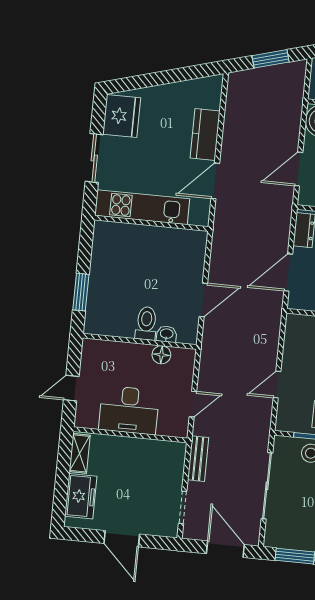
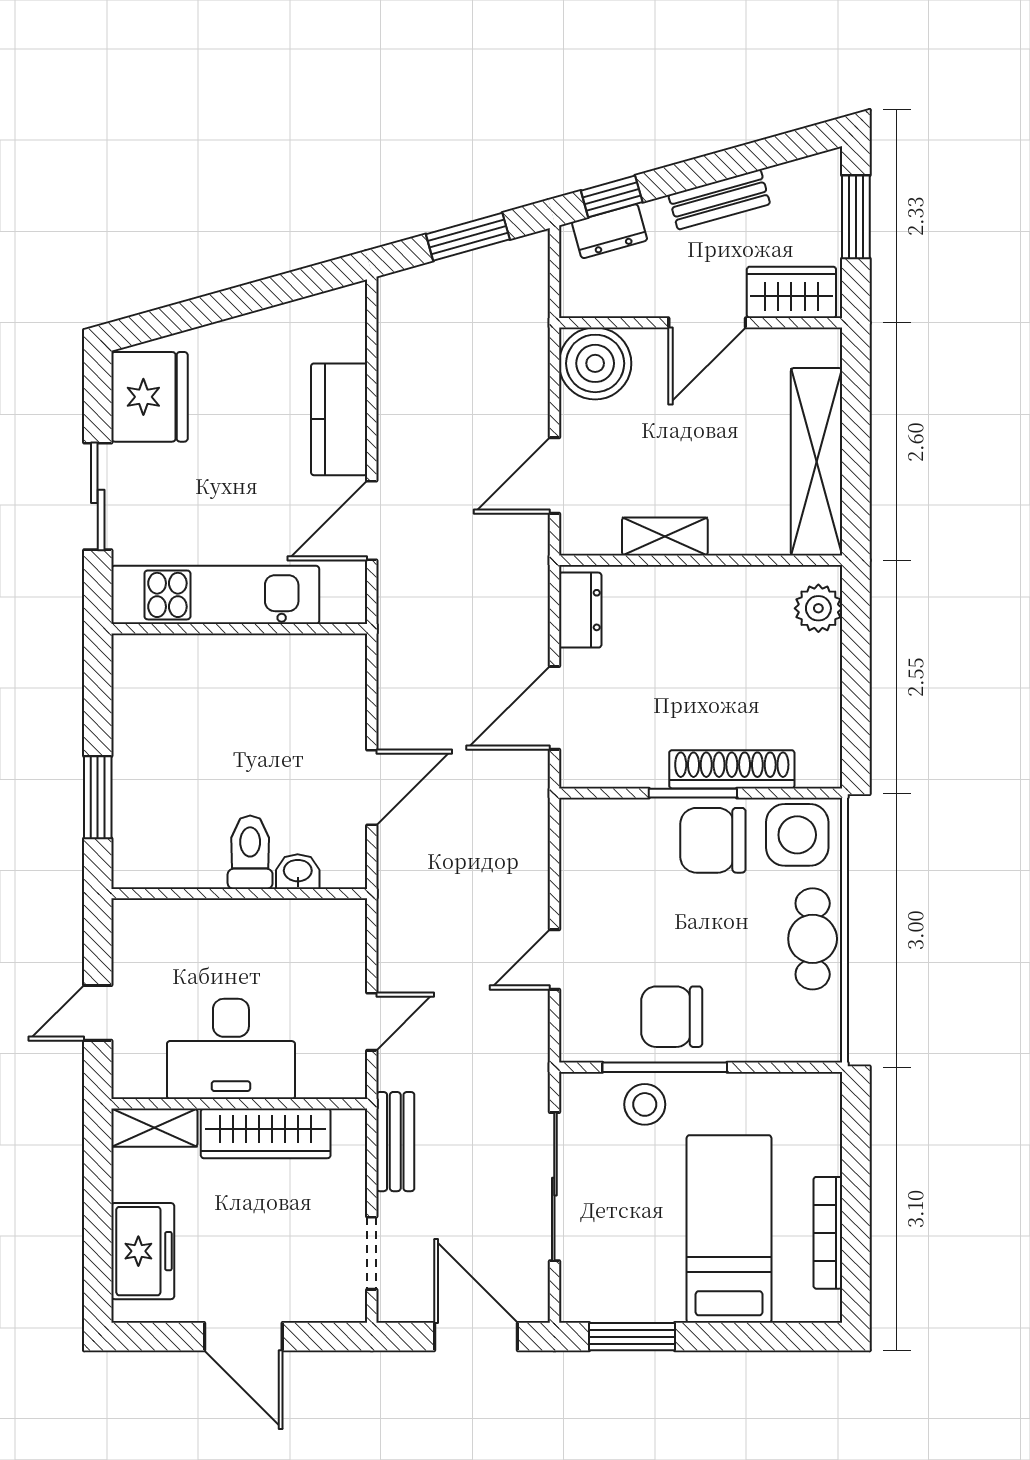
floor lamp: (161, 355) -> (291, 919), removed
wardrobe: (141, 449) -> (266, 1133), added
shelving: (80, 453) -> (154, 1128), moved, turned 90

